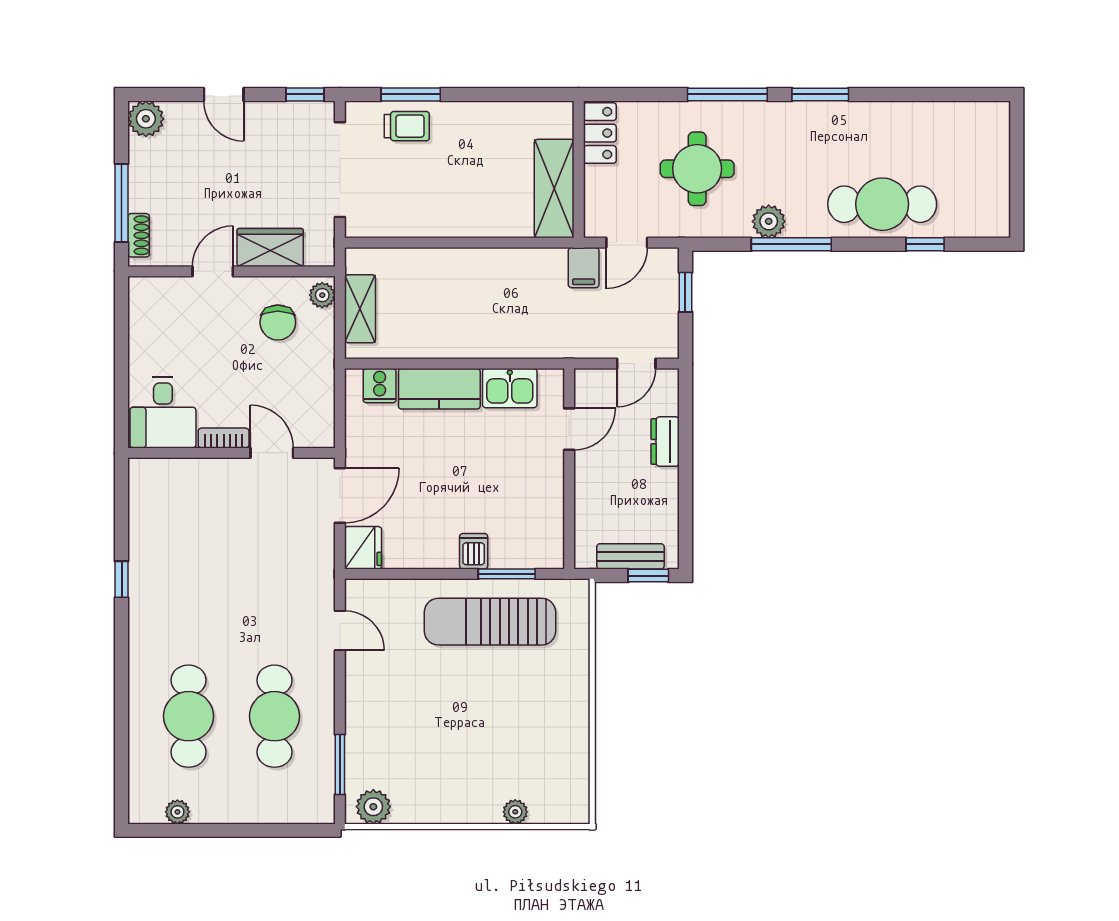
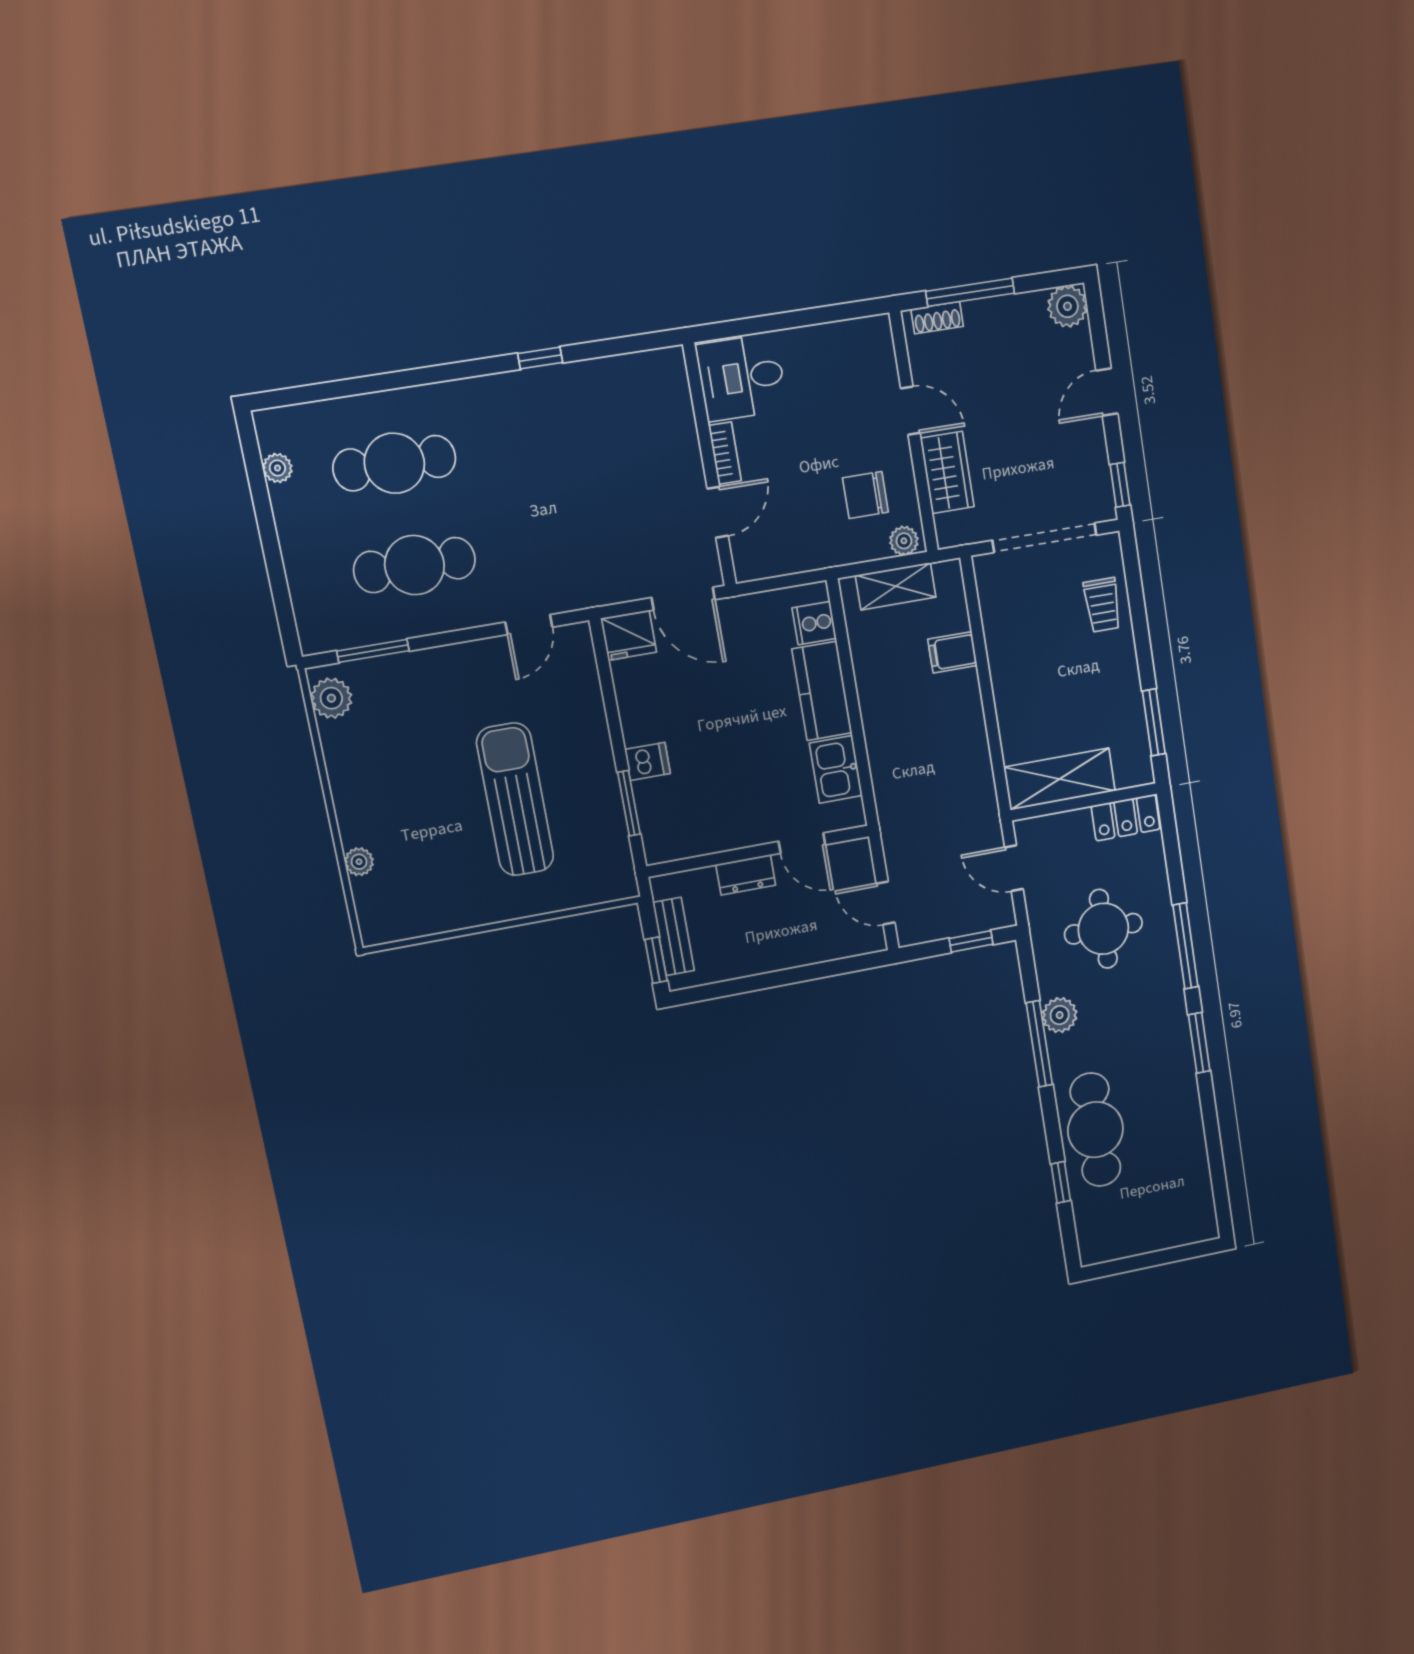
window: (411, 94) -> (1154, 722), moved
filing cabinet: (584, 268) -> (953, 652), moved
dresser: (665, 442) -> (746, 875), moved, turned 180
sun lounger: (490, 622) -> (515, 799), moved

